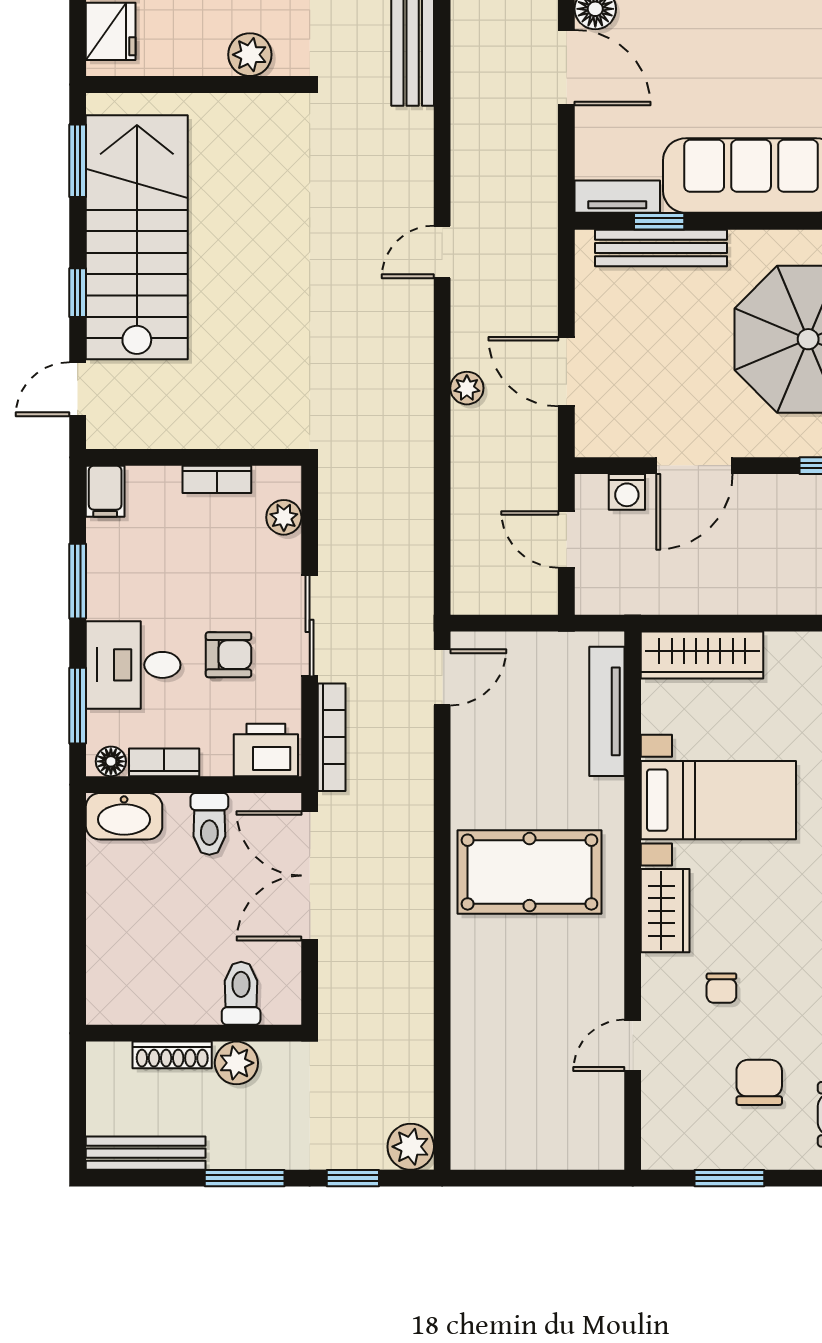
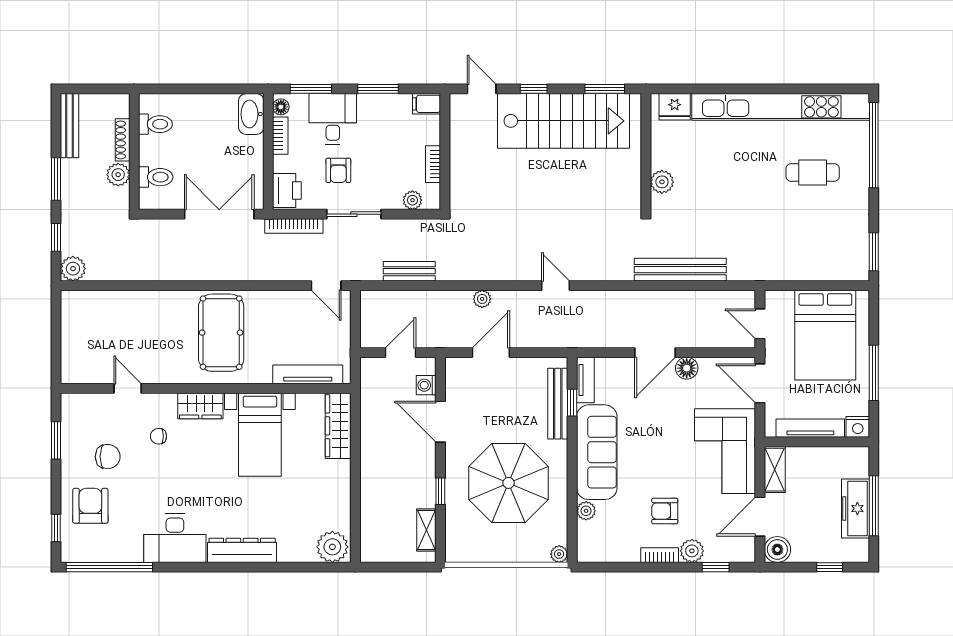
bench: (415, 523) -> (409, 271), added
toilet: (209, 824) -> (155, 124), moved, turned 180

